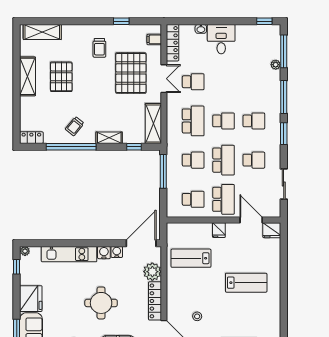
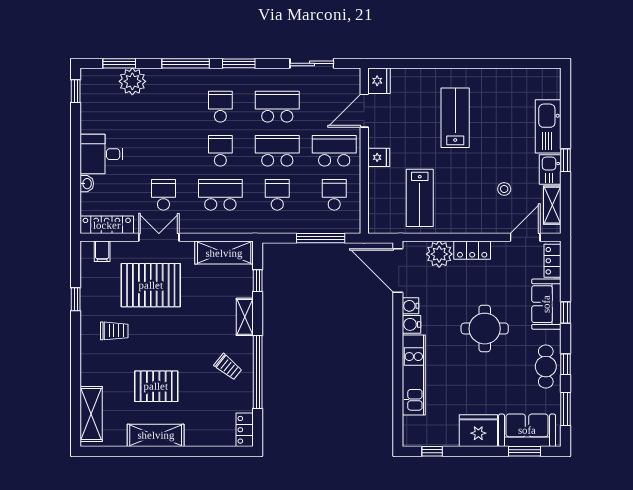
window: (284, 51) -> (119, 63), width x0.69
plant: (276, 65) -> (132, 81), width x1.88, depth x1.88
school desk: (254, 160) -> (277, 107), width x1.85
window: (163, 171) -> (321, 238), moved
plant: (25, 251) -> (409, 439), removed
locker: (155, 301) -> (472, 250), width x0.66

